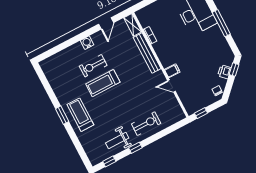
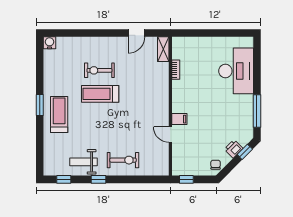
window: (221, 23) -> (257, 111), moved
water cooler: (87, 43) -> (49, 43), moved
bench: (147, 53) -> (163, 87), removed

